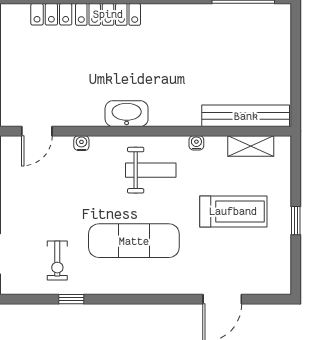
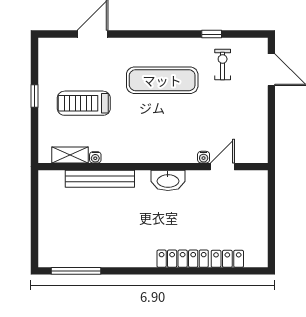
bench: (246, 116) -> (100, 179), moved
door: (37, 131) -> (222, 167), moved
water cooler: (196, 143) -> (95, 157), moved
weight bench: (151, 170) -> (149, 136), removed

